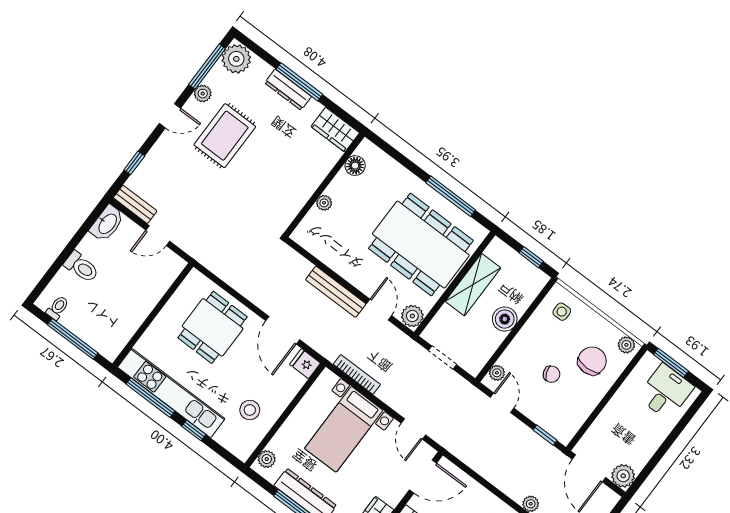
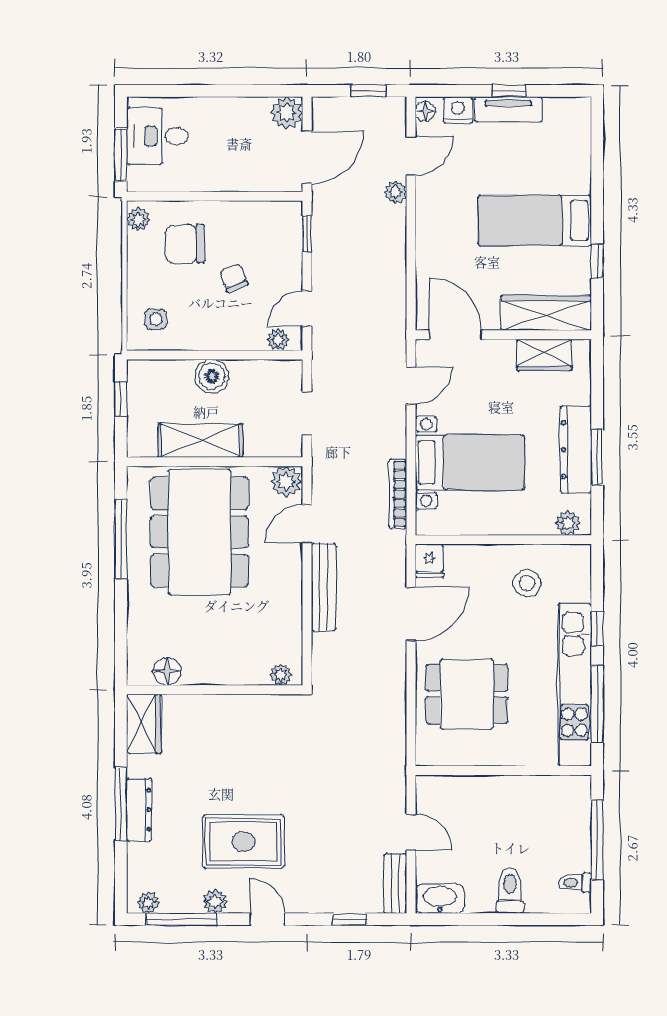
plant: (236, 59) -> (148, 903), width x0.53, depth x0.53
plant: (324, 203) -> (281, 675), moved

